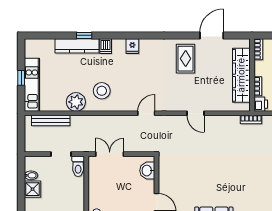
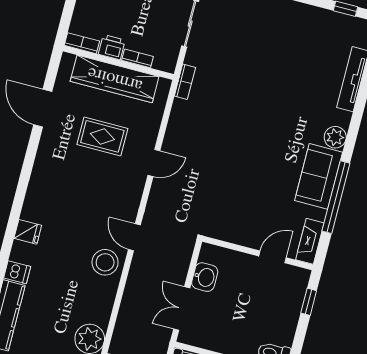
rug: (186, 59) -> (102, 136), moved
stool: (102, 91) -> (105, 262), moved
printer: (261, 104) -> (112, 47), moved
washbasin: (147, 171) -> (205, 277), moved, turned -90

